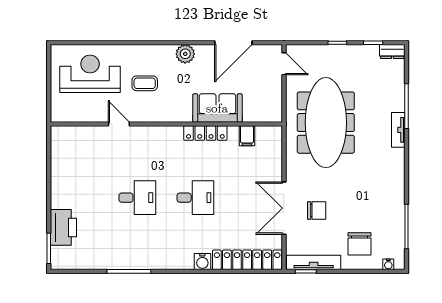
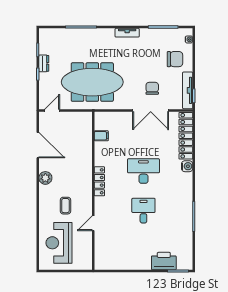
dresser: (392, 51) -> (44, 63), moved
sofa: (217, 108) -> (82, 156), removed
tv unit: (398, 130) -> (127, 33), moved
locker: (205, 133) -> (99, 181), moved
desk: (195, 198) -> (143, 171), width x1.37

